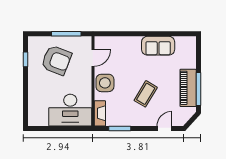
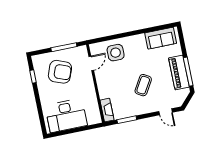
sofa: (158, 46) -> (161, 38), moved
side table: (105, 83) -> (116, 53), moved
desk: (70, 110) -> (66, 116), moved
door: (164, 128) -> (166, 112), swing flipped

